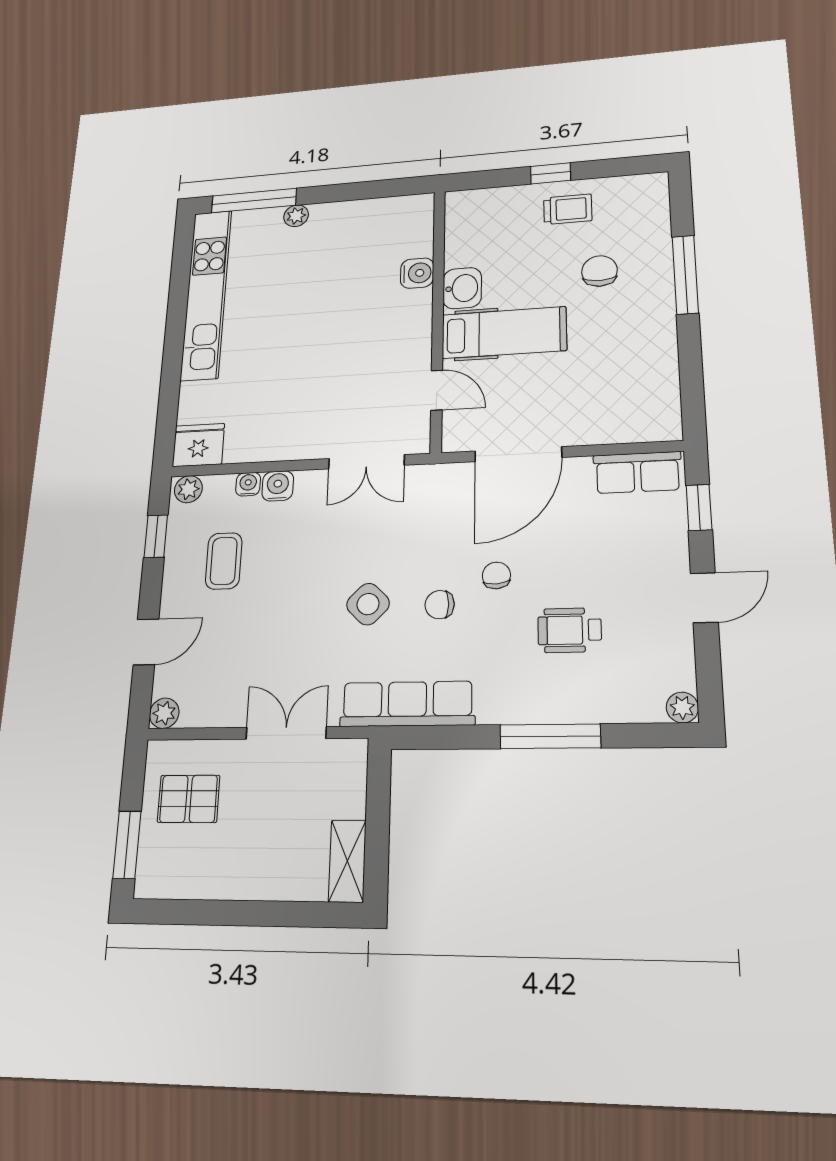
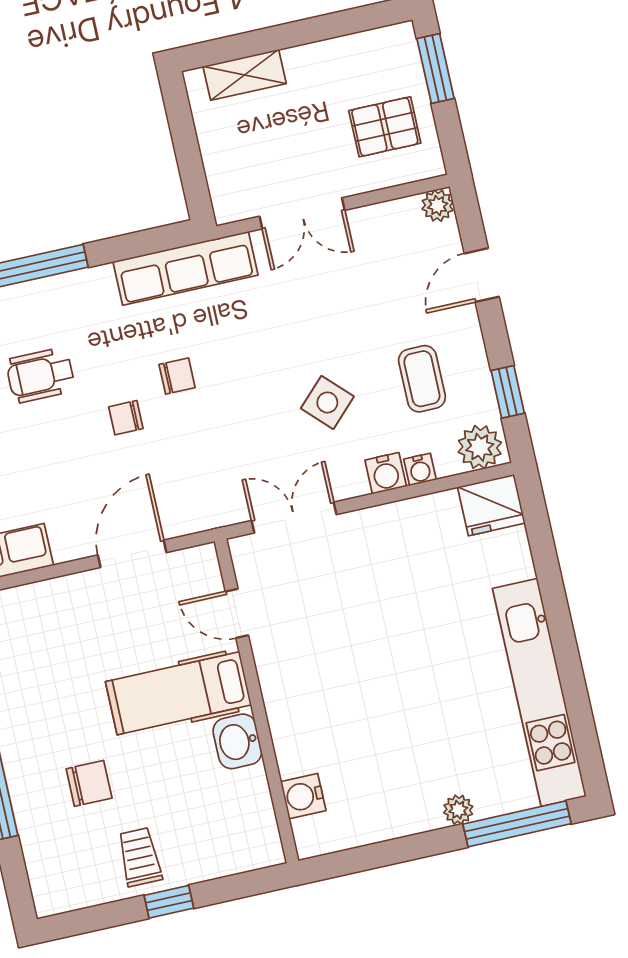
trolley: (568, 209) -> (140, 857), turned 90
chair: (599, 271) -> (89, 783), turned -90
water cooler: (417, 273) -> (303, 796), moved
door: (518, 454) -> (132, 554), width x0.73
plant: (188, 489) -> (480, 447), width x1.38, depth x1.38
chair: (496, 575) -> (126, 418), turned 94
side table: (368, 604) -> (327, 402), moved
wheelchair: (570, 630) -> (40, 375), turned 180
shelving: (347, 861) -> (245, 75), moved, turned 90

